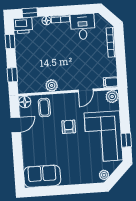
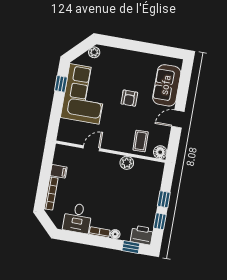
window: (12, 75) -> (164, 199), moved
filing cabinet: (111, 82) -> (59, 171), moved
plant: (112, 96) -> (64, 135), removed
door: (16, 125) -> (178, 119), moved
armchair: (69, 127) -> (129, 98), moved
sofa: (42, 176) -> (167, 85), moved, turned 90

